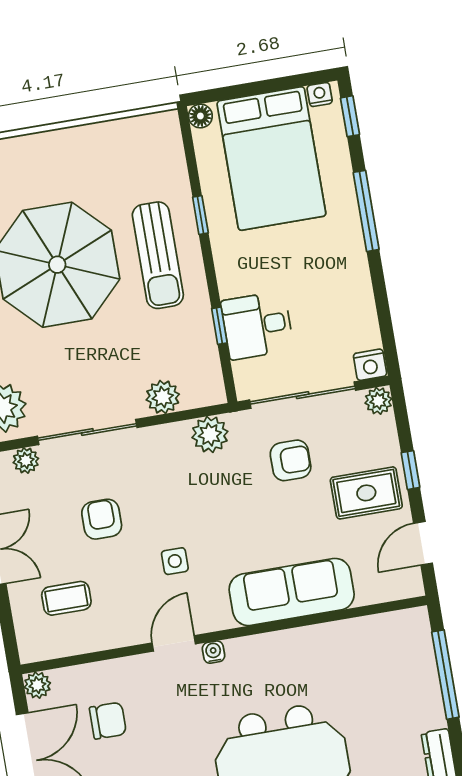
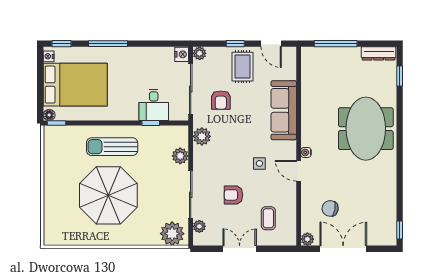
window: (200, 215) -> (56, 123), moved
sun lounger: (158, 255) -> (112, 147), turned 180
armchair: (291, 460) -> (221, 100), turned 180
chair: (108, 721) -> (330, 208), turned -80

